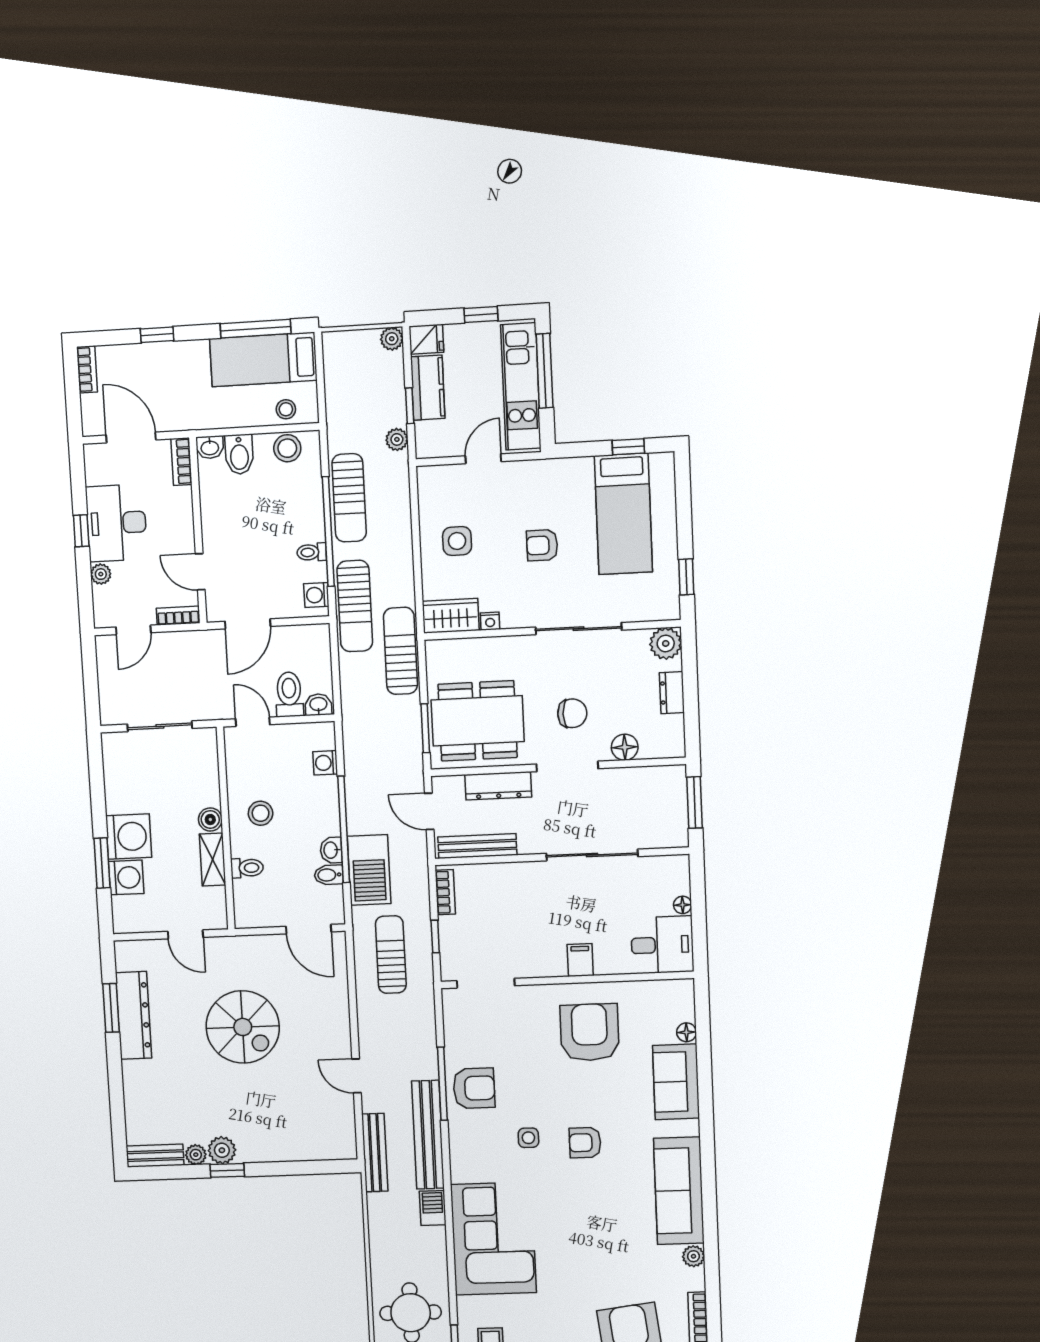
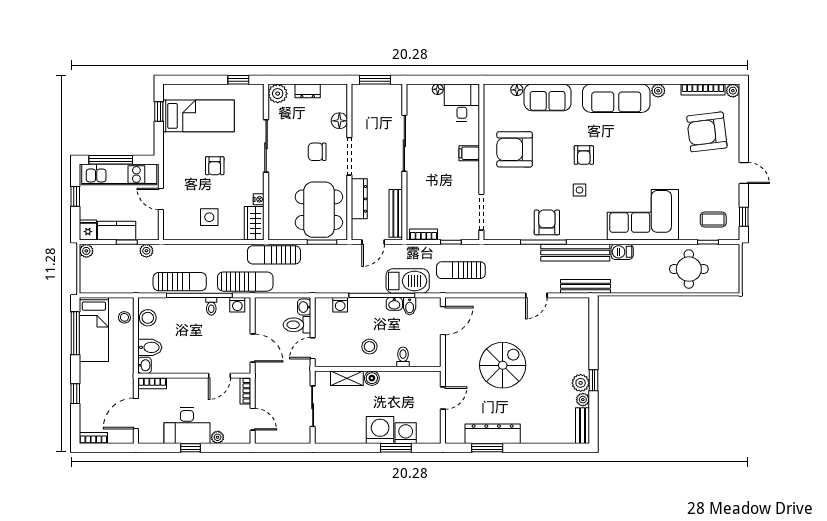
chair: (572, 713) -> (317, 152), turned -90
shelving: (212, 860) -> (347, 378), moved

